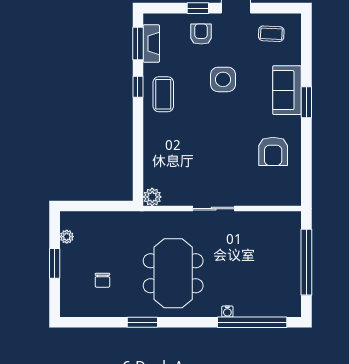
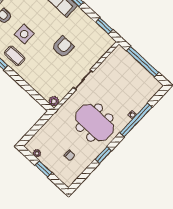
side table: (223, 79) -> (24, 34), moved
armchair: (273, 151) -> (63, 47), moved, turned -90
window: (306, 172) -> (104, 26), added
window: (252, 322) -> (136, 120), moved

